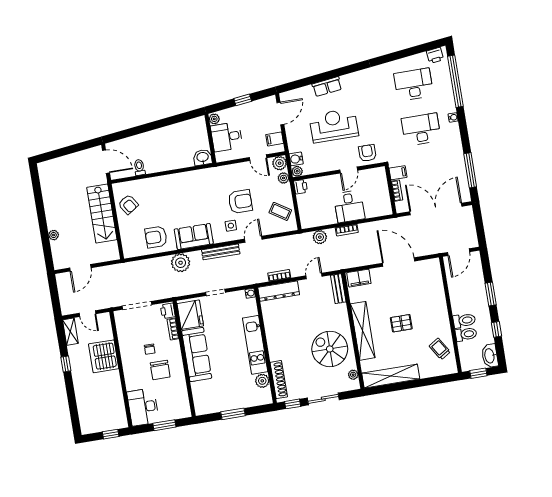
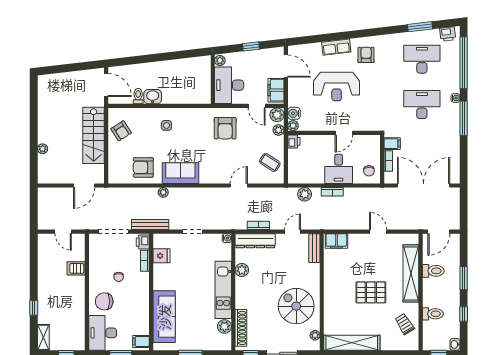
window: (406, 53) -> (420, 27), added
door: (280, 114) -> (286, 66), hinge flipped
reception desk: (334, 125) -> (337, 87), turned 180
desk: (227, 137) -> (229, 85), width x1.37
filing cabinet: (275, 139) -> (276, 90), width x2.00
armchair: (367, 153) -> (366, 55), moved
washbasin: (203, 157) -> (153, 97), moved
window: (470, 170) -> (464, 118), moved
armchair: (240, 202) -> (225, 128), moved, turned 90
chair: (380, 203) -> (369, 171), added
side table: (231, 226) -> (166, 125), moved
bench: (221, 252) -> (150, 225), moved
door: (399, 262) -> (378, 232), width x0.53
plant: (181, 263) -> (163, 192), width x0.53, depth x0.53
door: (80, 268) -> (84, 185), moved
fridge: (190, 315) -> (161, 256), width x0.53, depth x0.75
toilet: (464, 321) -> (433, 271), moved
plant: (270, 322) -> (242, 270), added
pallet: (401, 323) -> (371, 292), width x1.50, depth x1.42
shelving: (363, 331) -> (411, 273), moved
shelving: (70, 332) -> (43, 337), moved
sofa: (197, 354) -> (164, 317), moved
server rack: (104, 356) -> (76, 268), width x0.46, depth x0.70
washbasin: (490, 356) -> (455, 344), width x0.52, depth x0.69
window: (66, 364) -> (34, 308), moved
chair: (160, 370) -> (104, 301), moved, turned 90
filing cabinet: (182, 409) -> (141, 341), added

